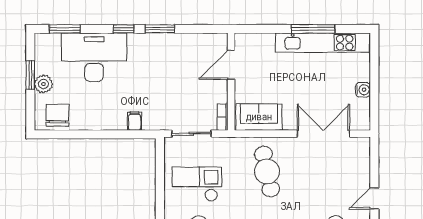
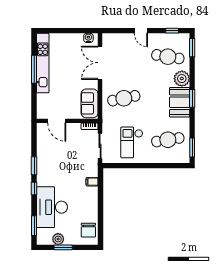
plant: (43, 84) -> (58, 239), moved
water cooler: (363, 90) -> (88, 38), moved
chair: (58, 115) -> (88, 230), turned -90

